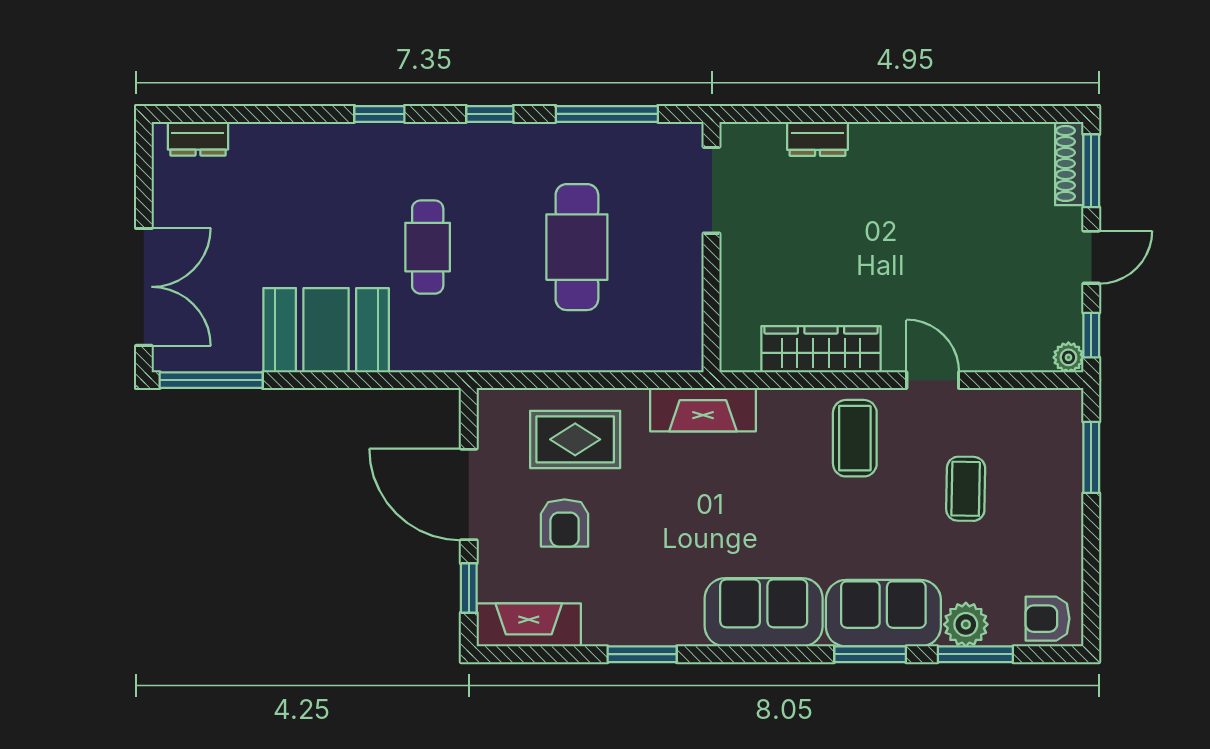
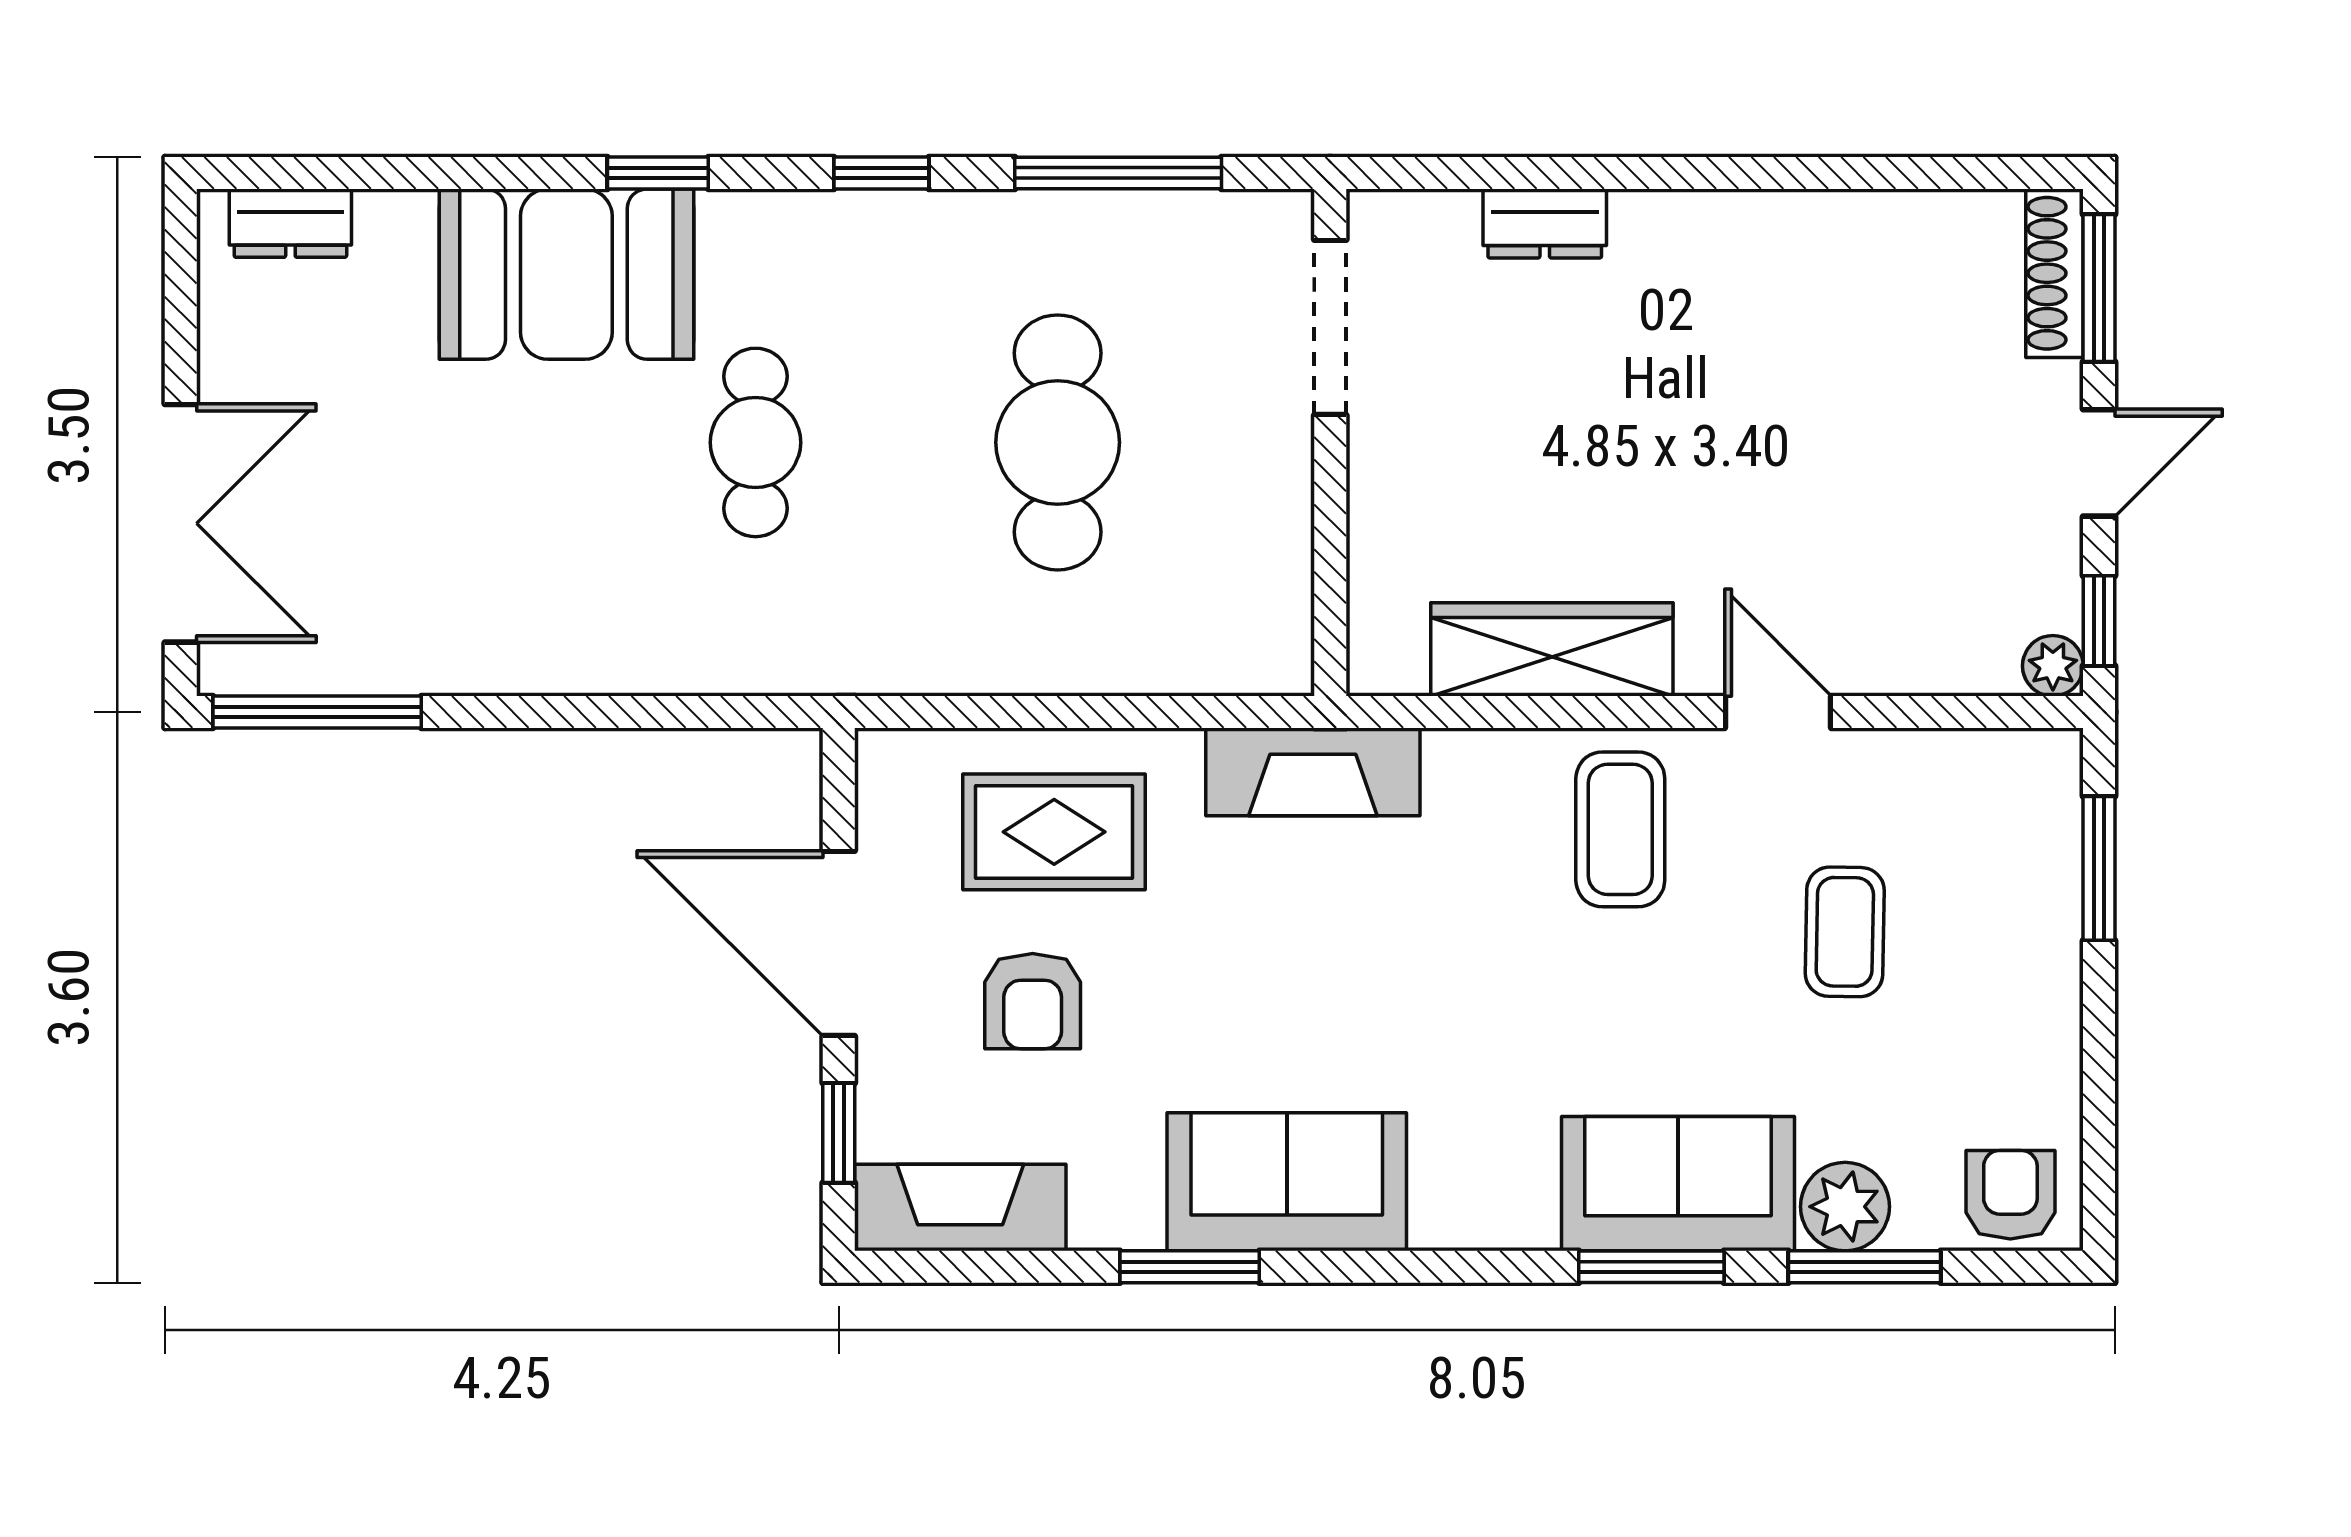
booth: (326, 330) -> (566, 274), moved
sofa: (764, 612) -> (1287, 1182), moved
armchair: (1047, 619) -> (2010, 1195), turned 90

